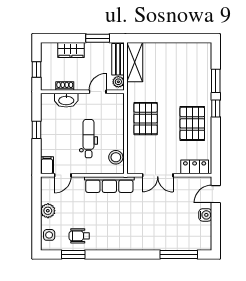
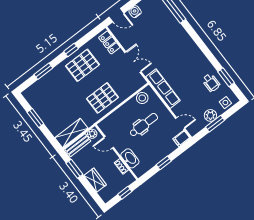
window: (176, 38) -> (35, 118), added
window: (216, 109) -> (71, 50), moved
dental chair: (89, 139) -> (144, 125), turned 180
window: (36, 209) -> (215, 124), added

